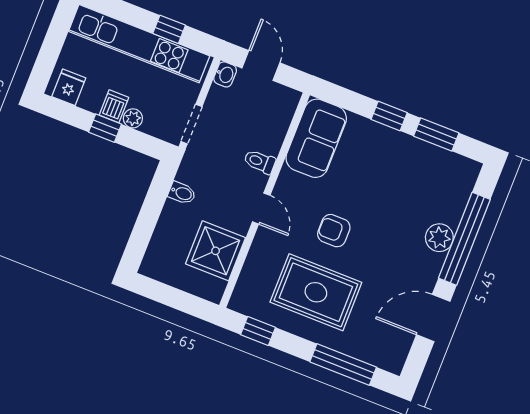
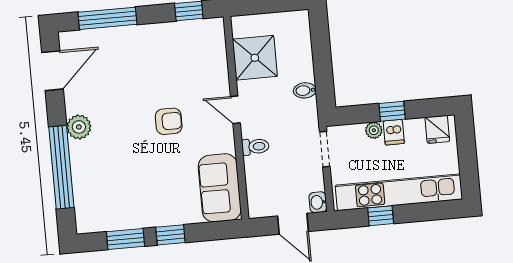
plant: (439, 238) -> (79, 127), moved
rug: (316, 292) -> (158, 65), removed
door: (433, 318) -> (53, 71), moved

